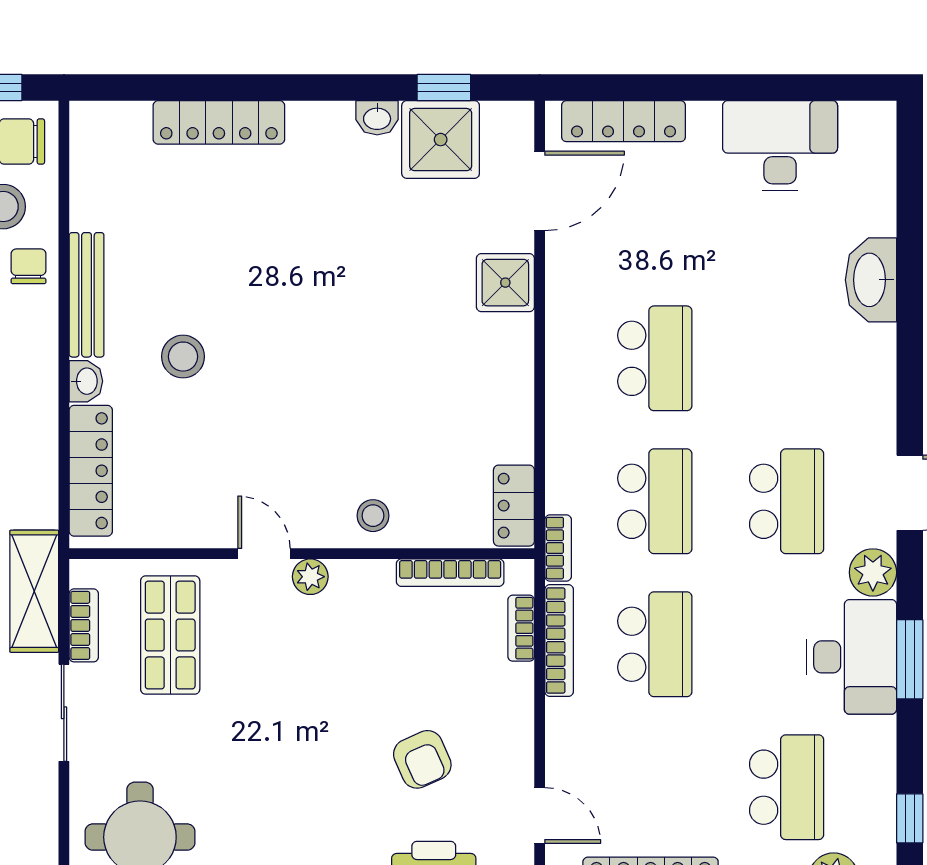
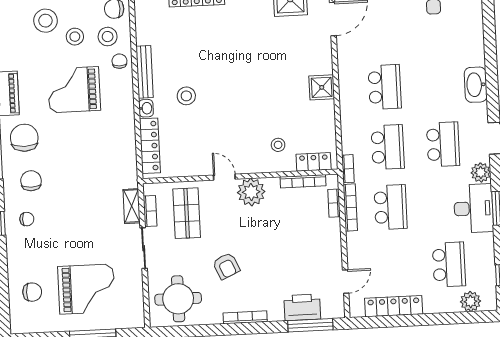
washbasin: (871, 280) -> (476, 85), moved
shower: (505, 283) -> (322, 87), moved
locker: (514, 506) -> (314, 162), moved, turned 90
stool: (373, 516) -> (278, 145), moved
plant: (310, 577) -> (251, 192), width x1.87, depth x1.87
shelving: (34, 591) -> (132, 206), width x0.67, depth x0.75
armchair: (422, 759) -> (226, 266), moved
door: (540, 816) -> (346, 282), hinge flipped

